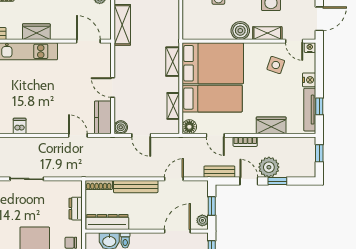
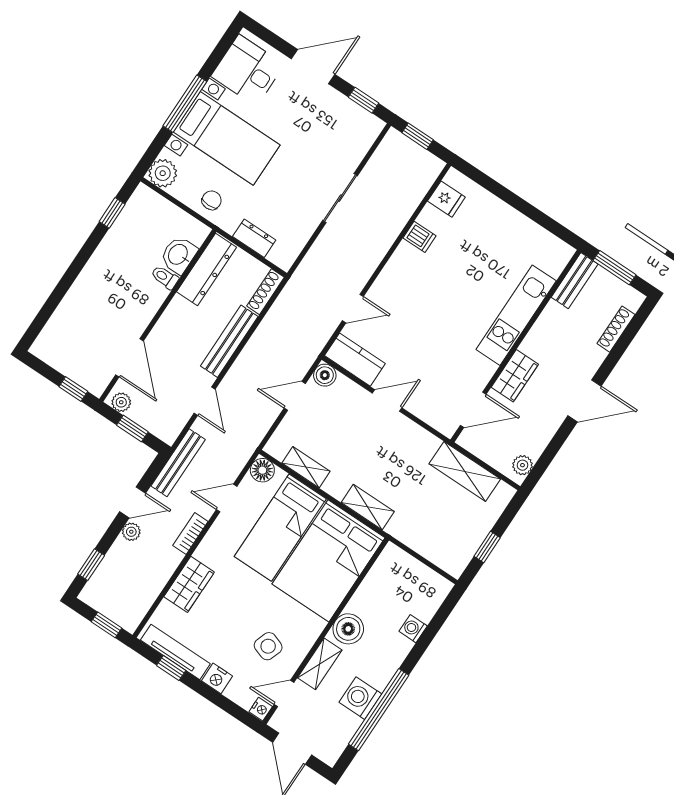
wardrobe: (36, 32) -> (515, 376), moved
plant: (269, 167) -> (131, 532), width x0.53, depth x0.53
bench: (219, 172) -> (178, 463), width x1.36
window: (277, 181) -> (91, 565), moved

